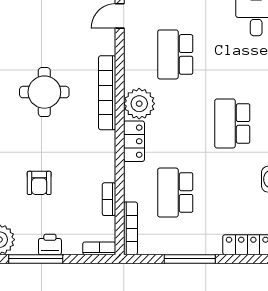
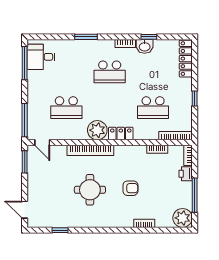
armchair: (39, 183) -> (130, 188), moved
printer: (50, 244) -> (186, 174), moved
window: (190, 259) -> (195, 98), width x0.46

